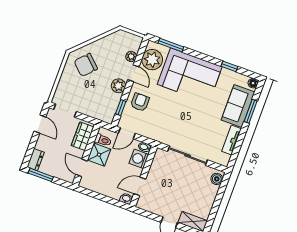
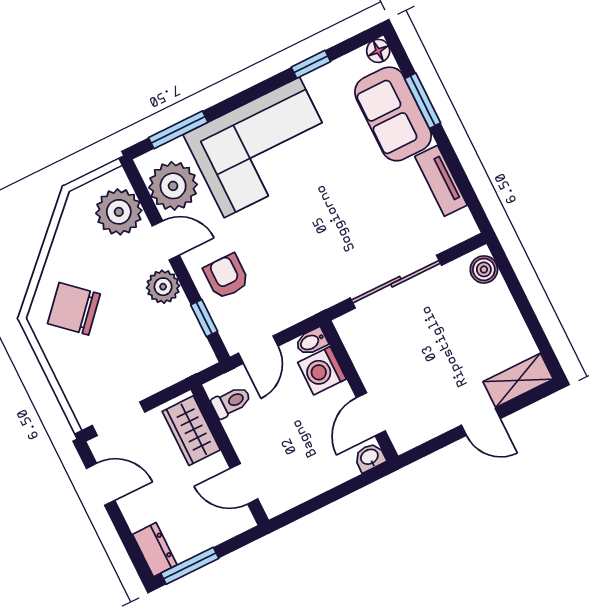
plant: (131, 56) -> (119, 212), width x1.88, depth x1.88
chair: (86, 65) -> (74, 309), turned 88
shower: (99, 155) -> (250, 432), removed

